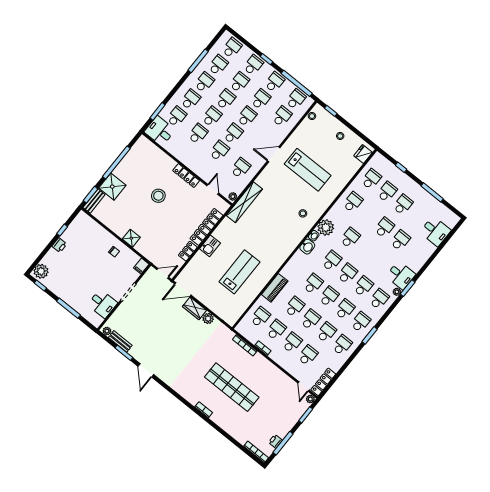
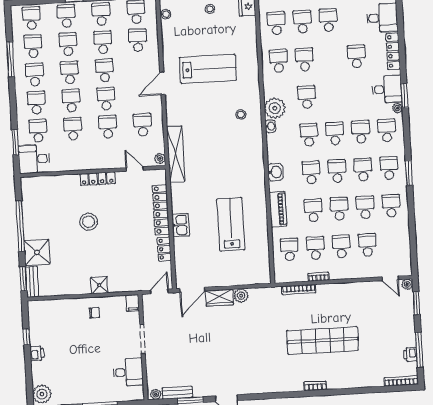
school desk: (384, 228) -> (305, 59), moved
washbasin: (307, 247) -> (275, 172), moved
locker: (323, 382) -> (393, 51), moved

